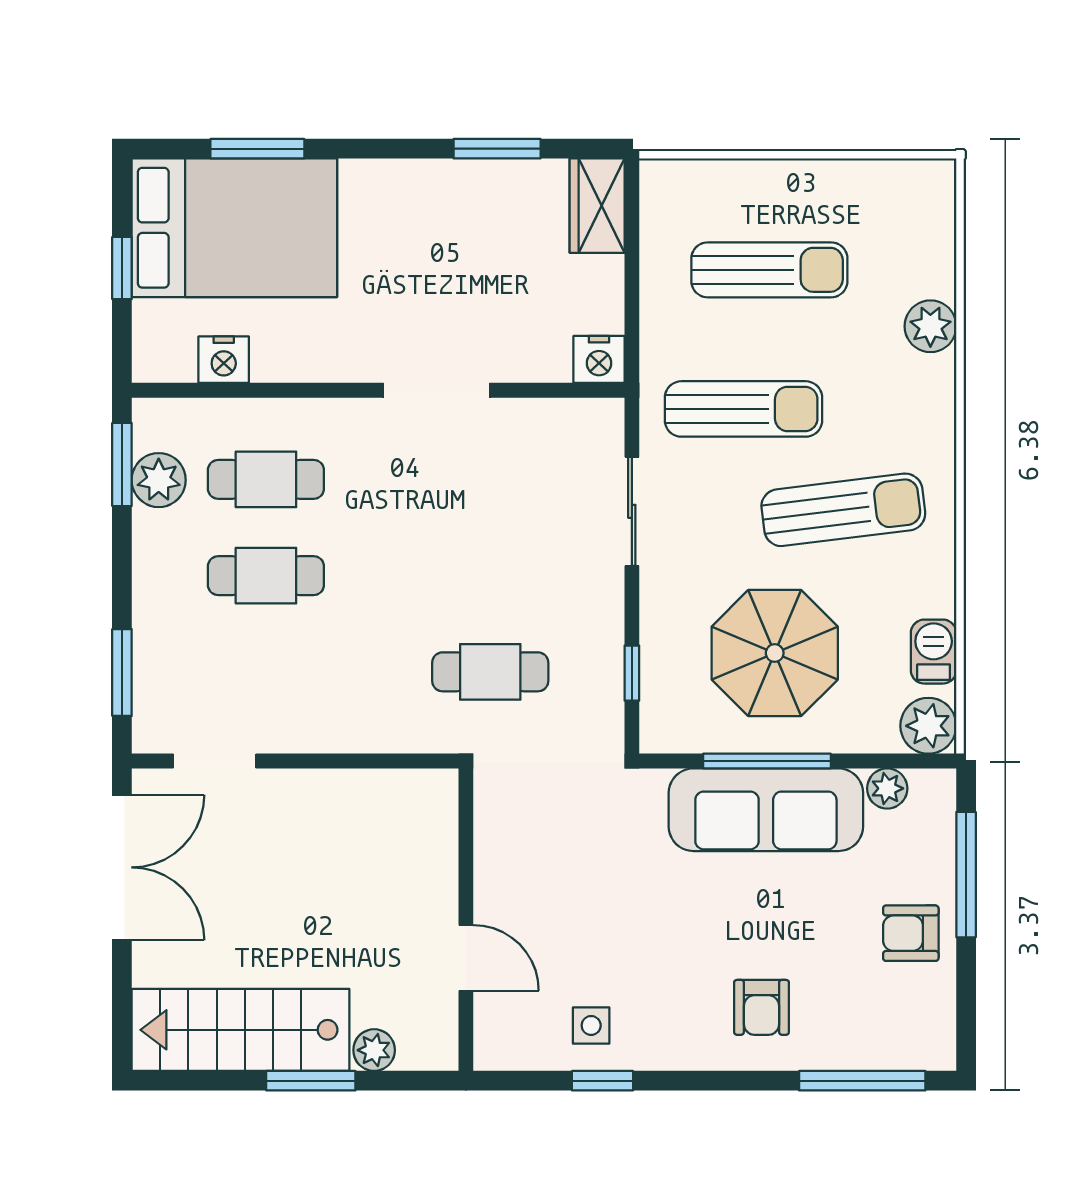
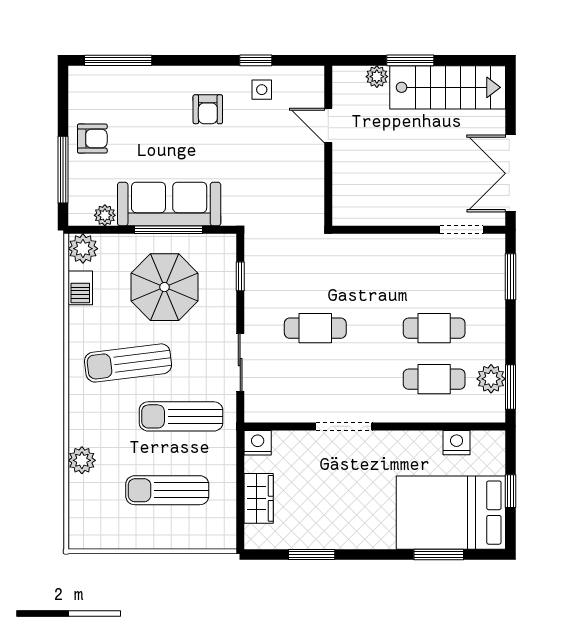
wardrobe: (597, 206) -> (259, 498), moved
cafe table: (490, 672) -> (315, 328), moved
armchair: (761, 1007) -> (208, 109), moved, turned 180

